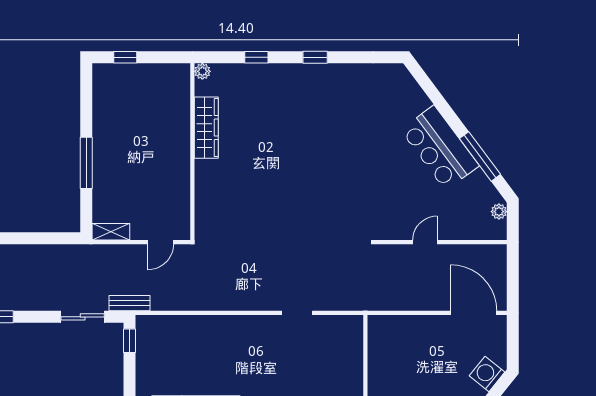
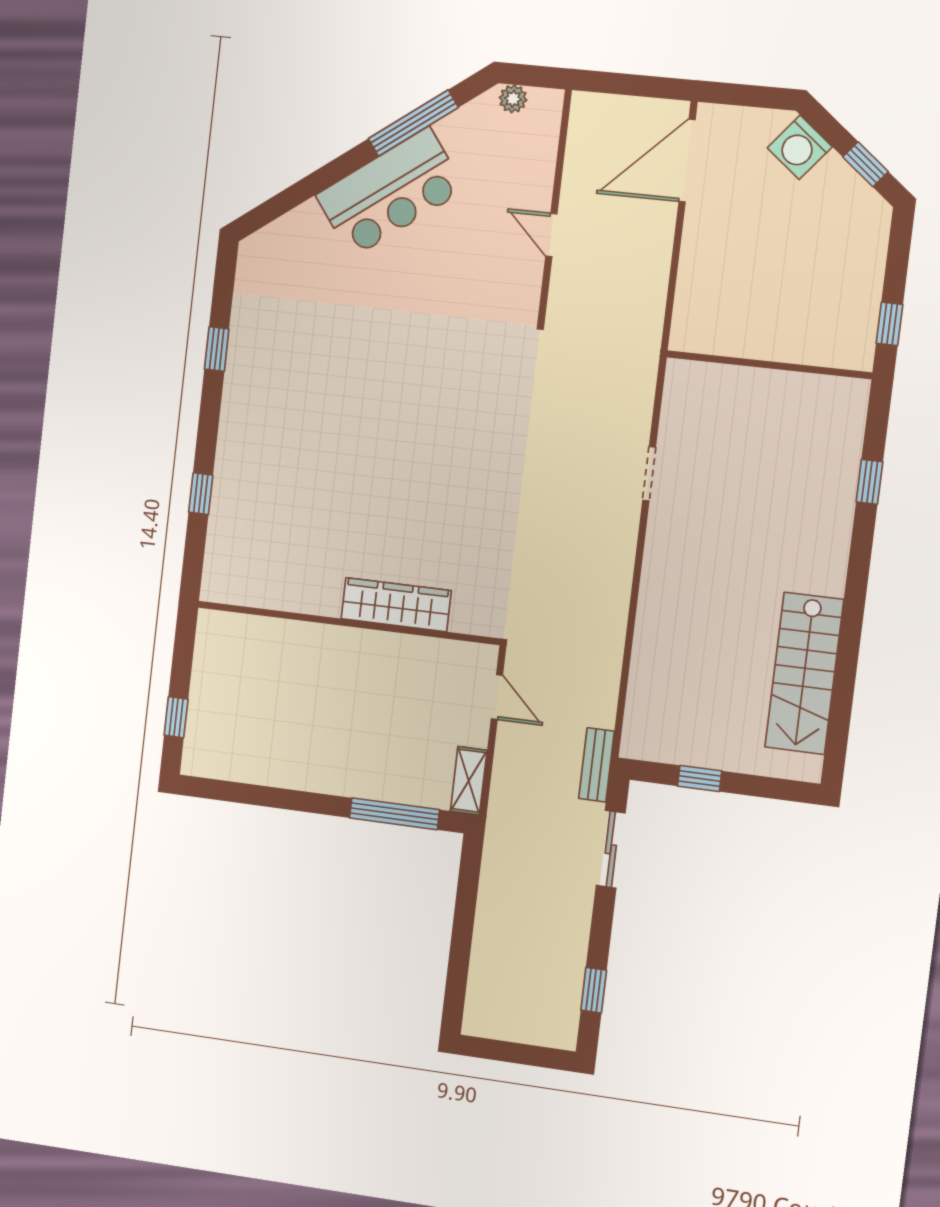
window: (315, 57) -> (217, 349), moved
plant: (202, 71) -> (214, 589), removed
wardrobe: (206, 128) -> (396, 605), moved
window: (86, 163) -> (394, 814), moved
window: (129, 341) -> (700, 779), moved

